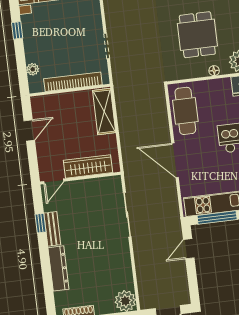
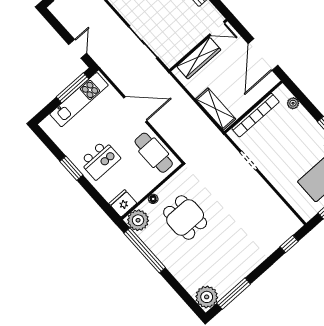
door: (29, 130) -> (263, 54), width x1.88
door: (54, 181) -> (217, 28), swing flipped

